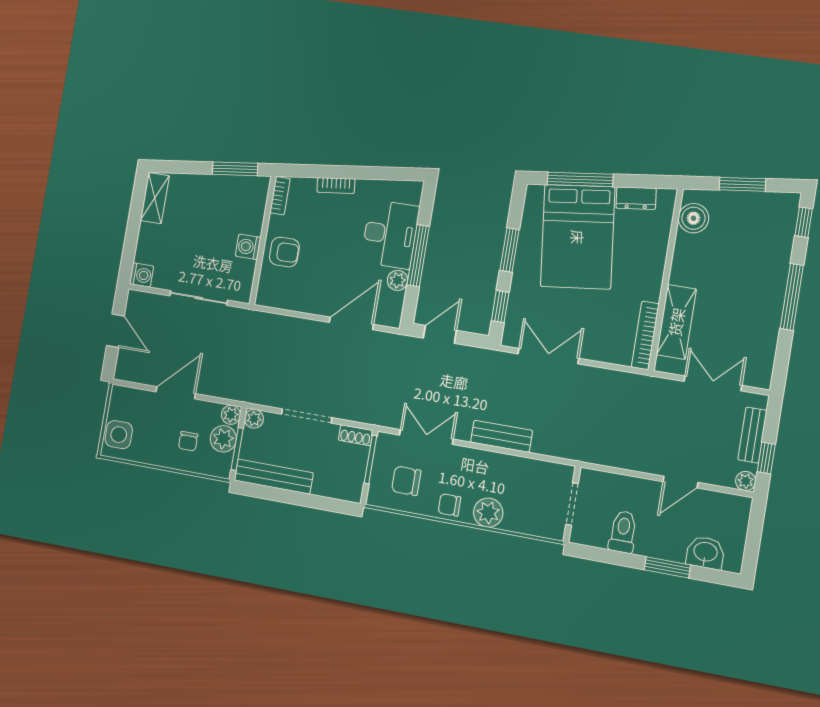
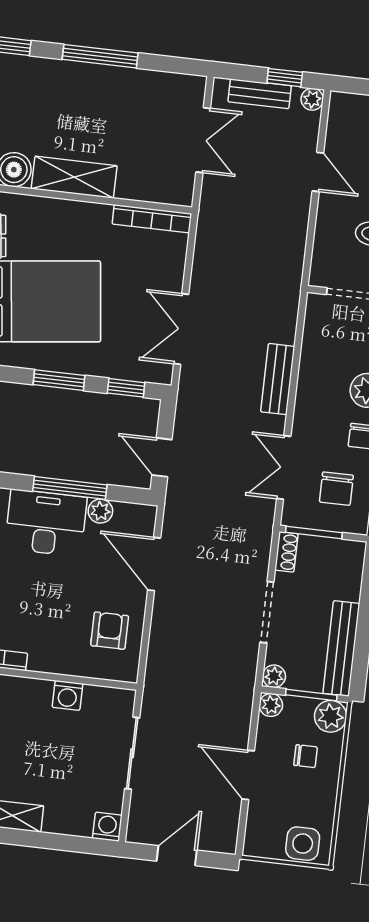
armchair: (284, 252) -> (110, 631), moved
shelving: (676, 322) -> (74, 177), moved
double door: (713, 383) -> (203, 140), swing flipped
plant: (223, 439) -> (331, 716), moved

